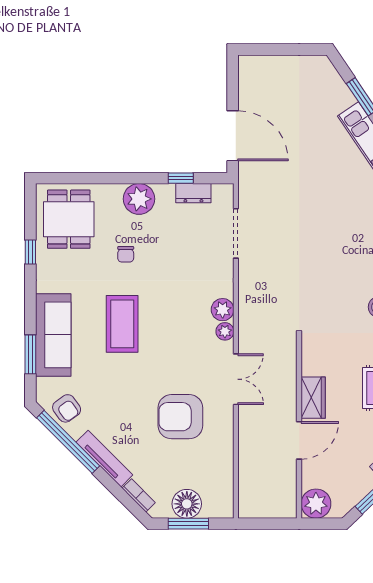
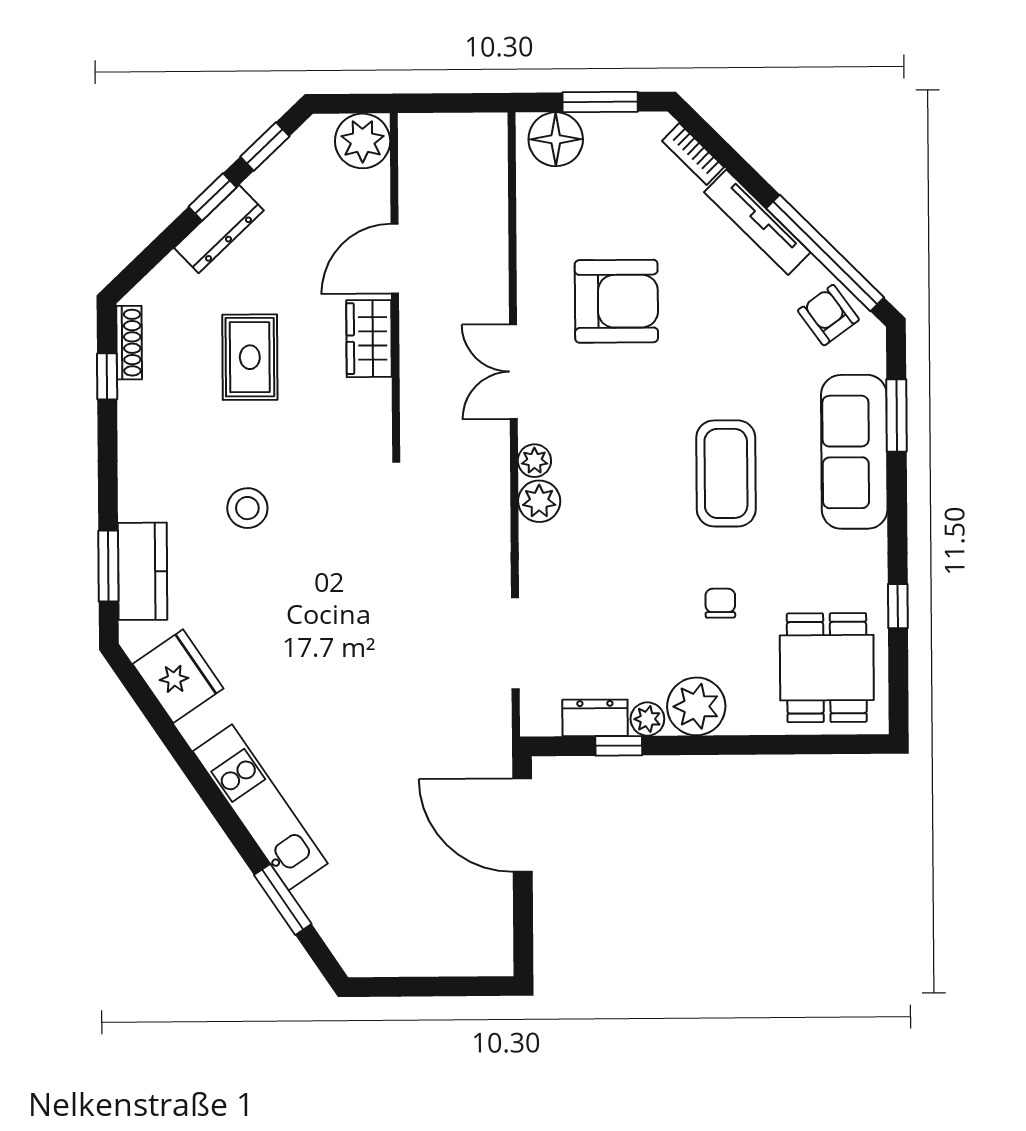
plant: (165, 192) -> (647, 719), added
floor lamp: (187, 504) -> (556, 139), moved

